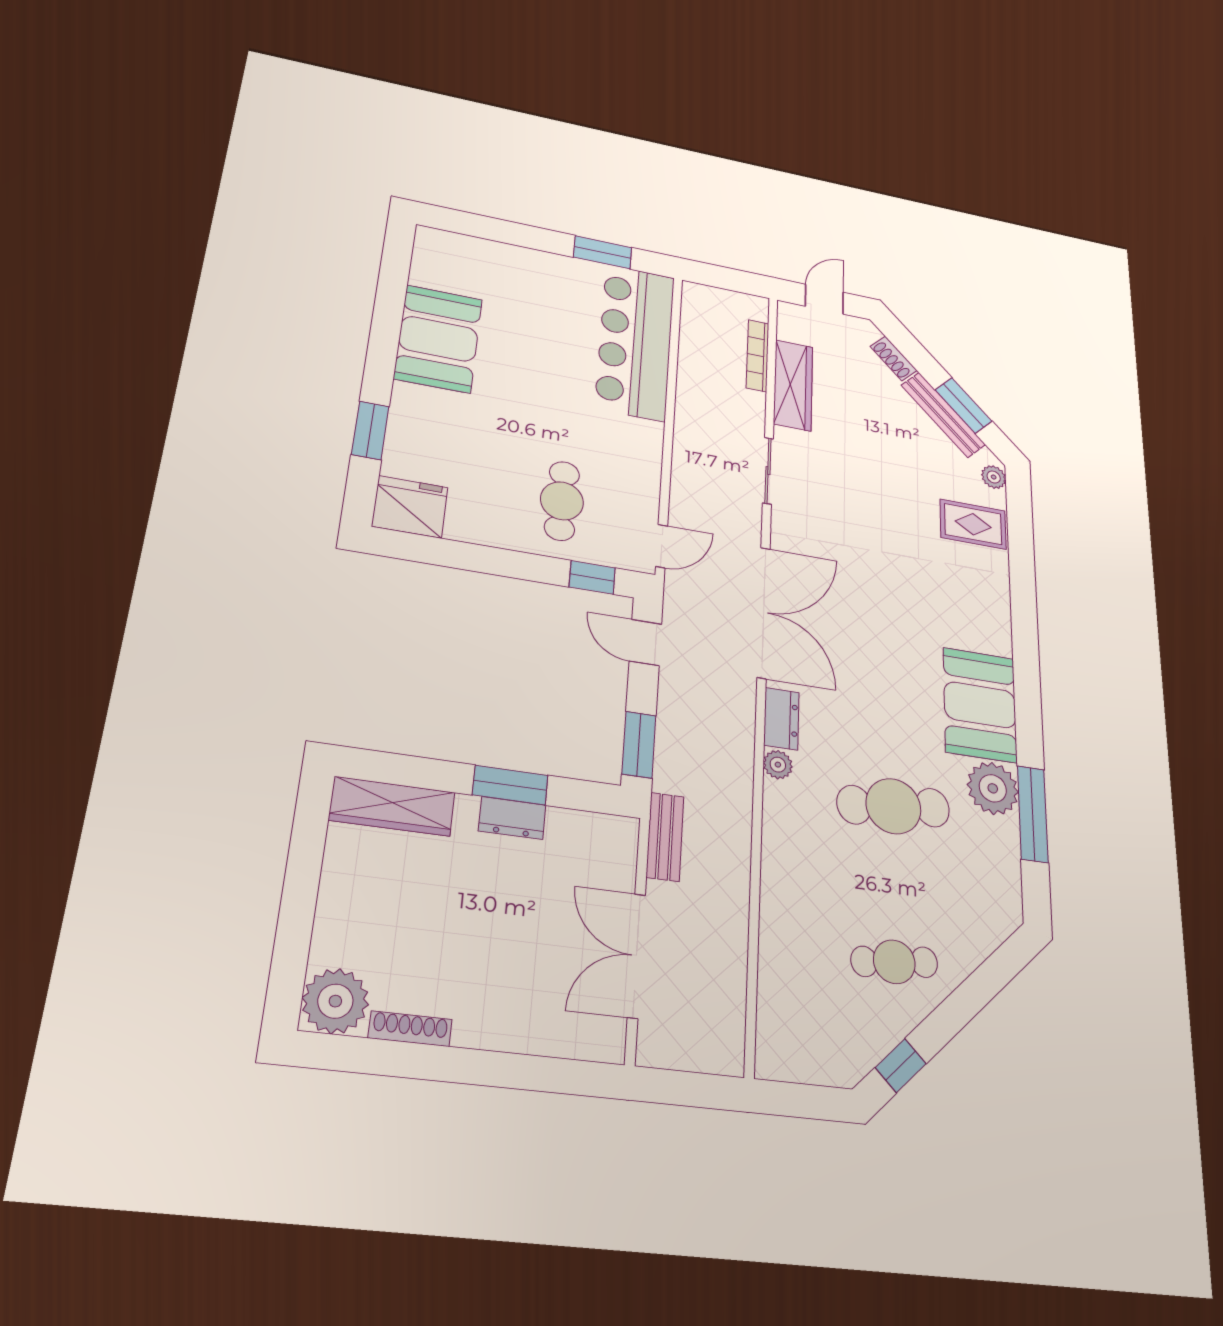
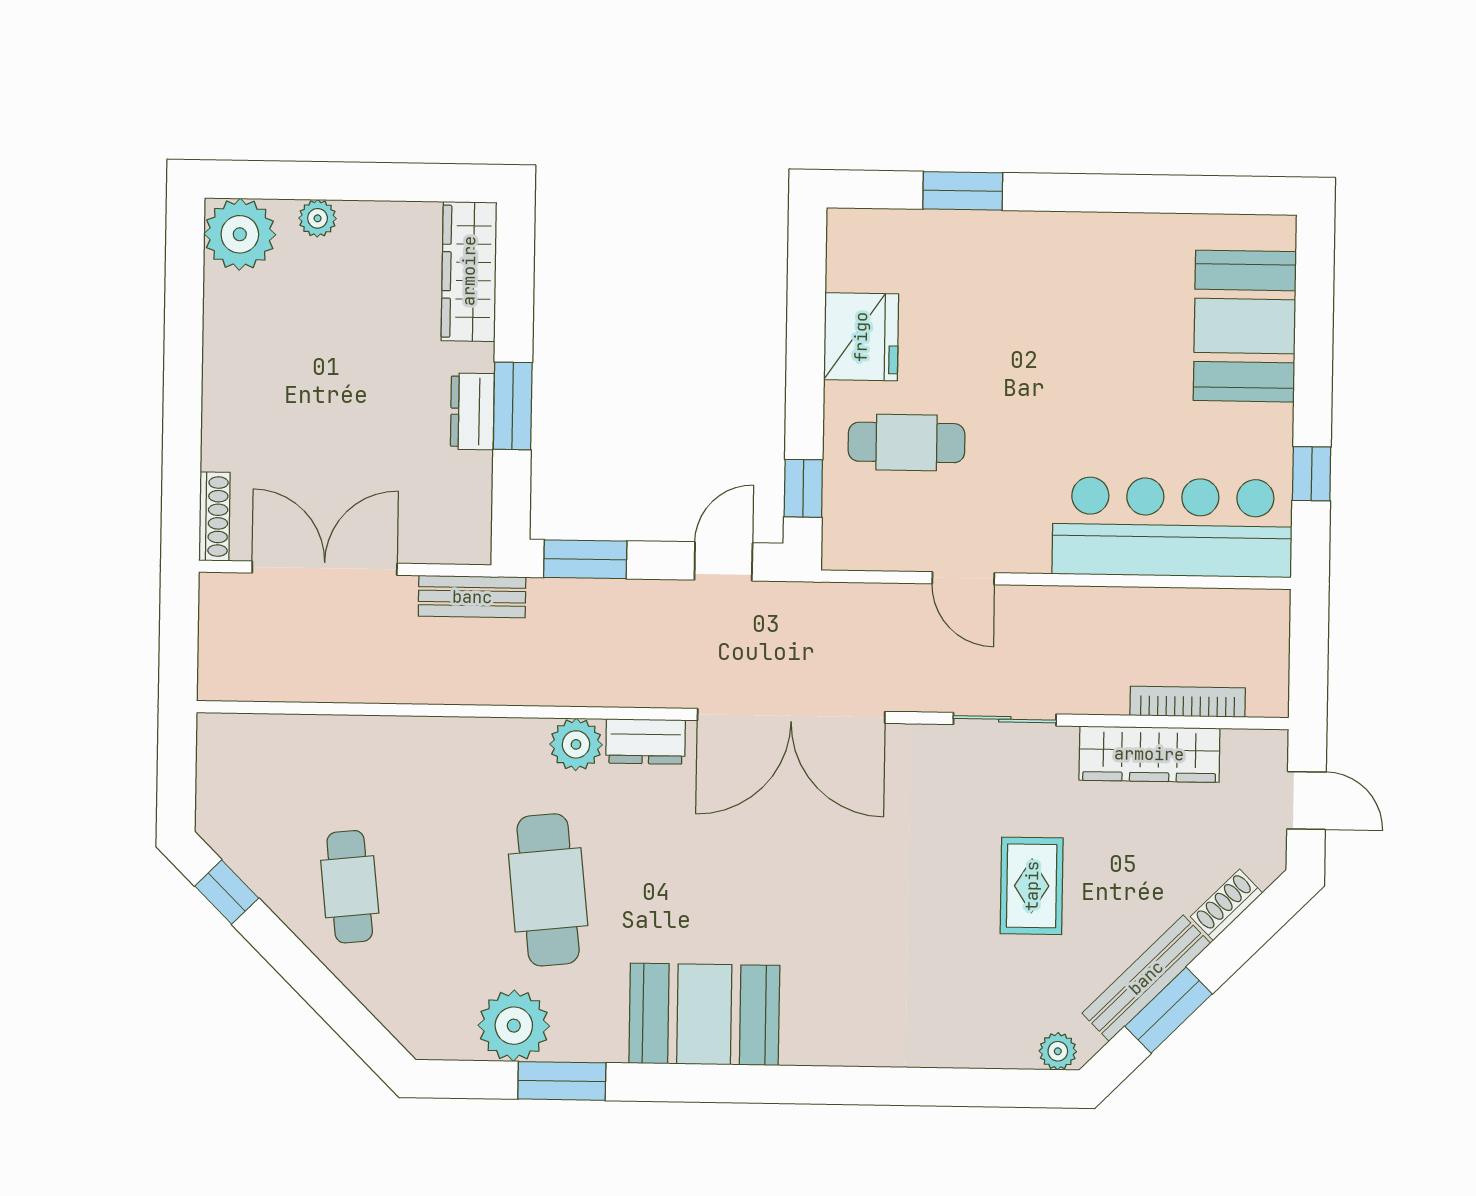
window: (603, 252) -> (1312, 474), width x0.67
booth: (438, 339) -> (1245, 326), moved, turned 90
fridge: (410, 507) -> (861, 337), moved
rug: (973, 524) -> (1032, 886), moved
door: (662, 546) -> (963, 578), moved
plant: (778, 765) -> (576, 744), width x1.38, depth x1.38
plant: (993, 788) -> (514, 1026), moved
window: (1033, 814) -> (562, 1081), width x0.69
plant: (329, 930) -> (318, 218), added
shoe rack: (410, 1029) -> (214, 517), moved

